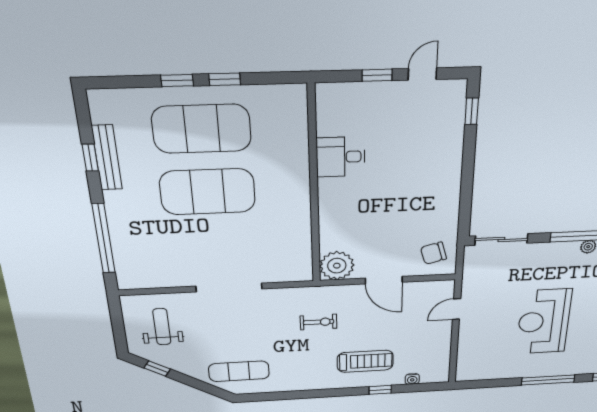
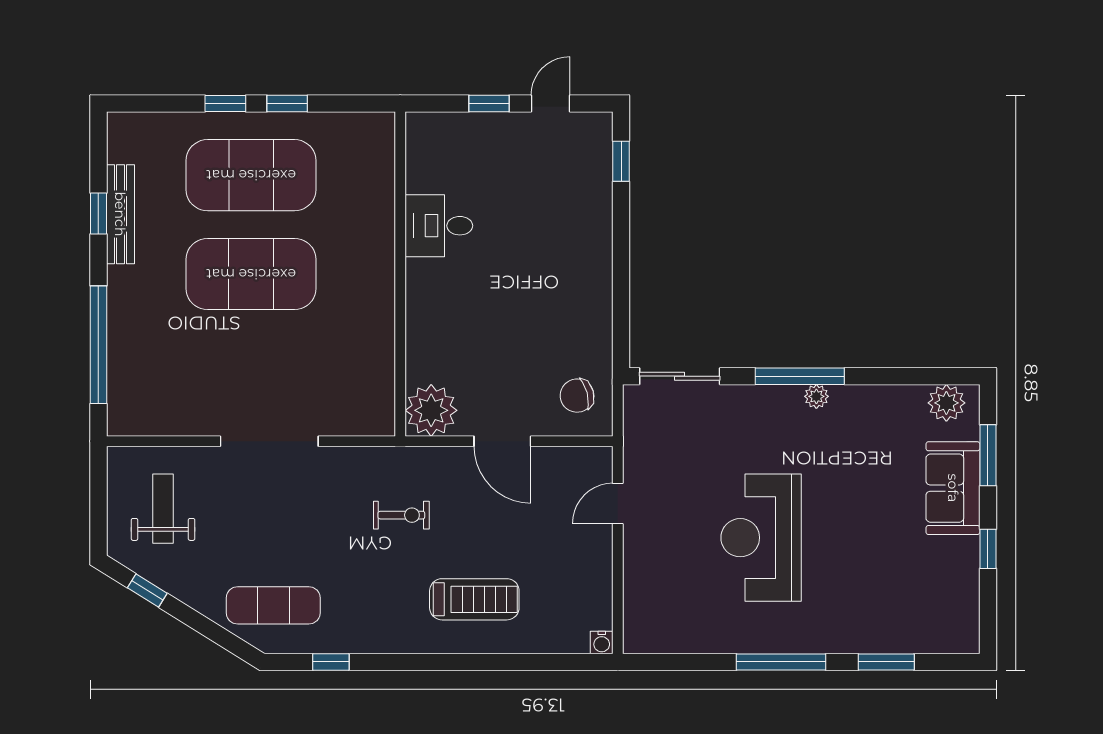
water cooler: (412, 379) -> (602, 642), moved
window: (380, 390) -> (331, 662), moved

